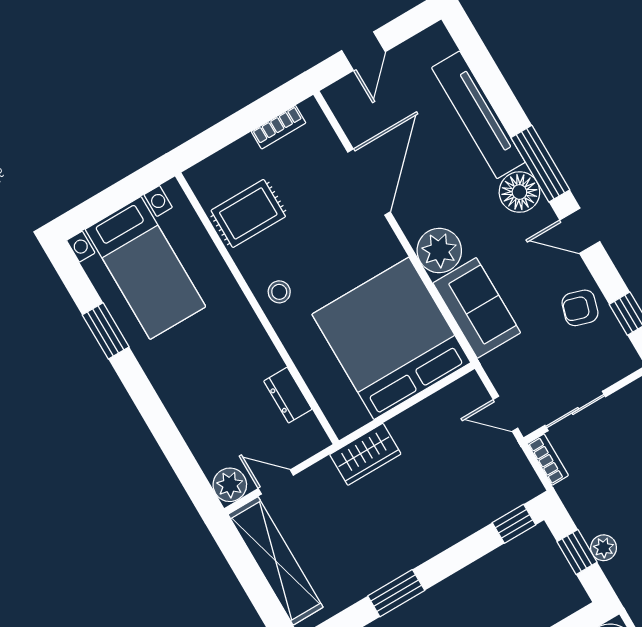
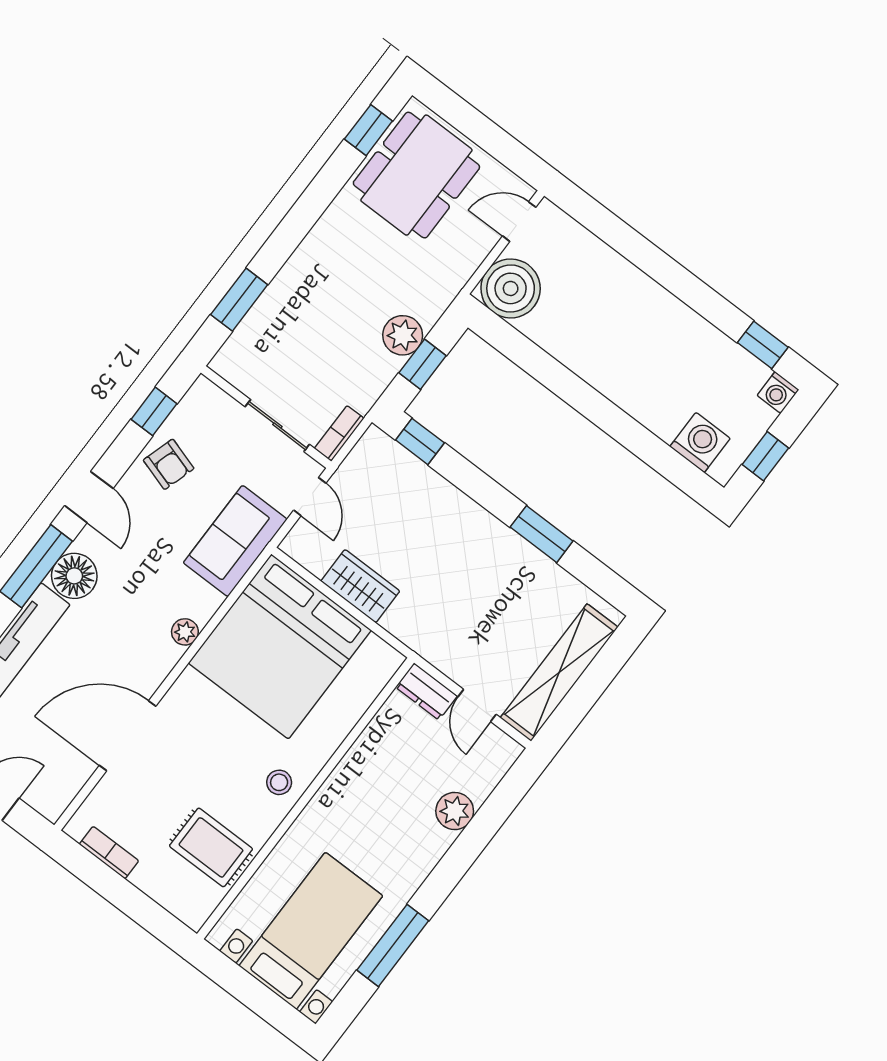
plant: (439, 251) -> (185, 632), width x0.53, depth x0.53
sofa: (477, 308) -> (235, 541), moved
window: (106, 331) -> (393, 945), width x1.44
dresser: (288, 395) -> (427, 692), moved, turned 90
wardrobe: (365, 454) -> (360, 586), moved
plant: (230, 485) -> (455, 811), moved
plant: (604, 548) -> (403, 335), width x1.38, depth x1.38

